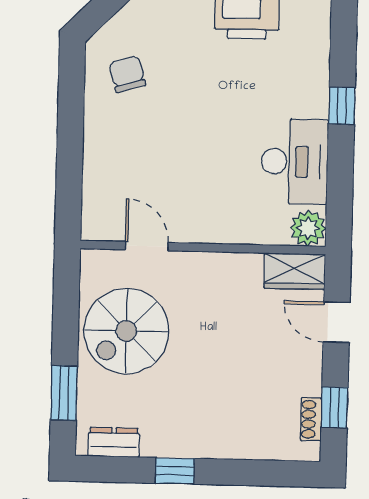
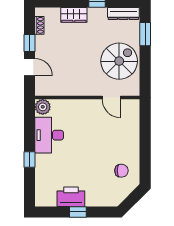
chair: (127, 74) -> (121, 171), turned -74
wardrobe: (295, 271) -> (74, 15), moved, turned 180
window: (334, 407) -> (30, 43), moved
dresser: (114, 442) -> (123, 14), width x1.44

